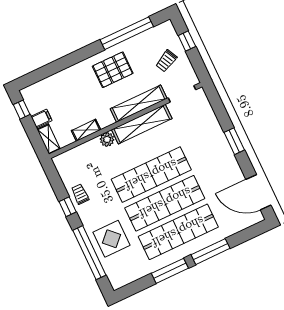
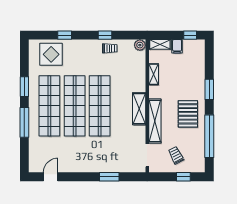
window: (73, 58) -> (209, 89), added
shelving: (142, 124) -> (139, 109), width x0.68
plant: (107, 139) -> (140, 45), moved
window: (234, 141) -> (109, 177), moved
door: (258, 192) -> (51, 177), width x0.53
display table: (111, 239) -> (51, 54), moved
window: (89, 253) -> (65, 35), width x0.32
window: (170, 271) -> (24, 87), width x0.69

